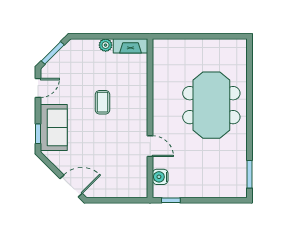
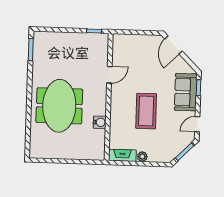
coffee table: (103, 102) -> (146, 111), width x1.86, depth x1.72
door: (150, 146) -> (109, 75), swing flipped
water cooler: (160, 177) -> (100, 122), moved
door: (71, 186) -> (173, 45), hinge flipped

